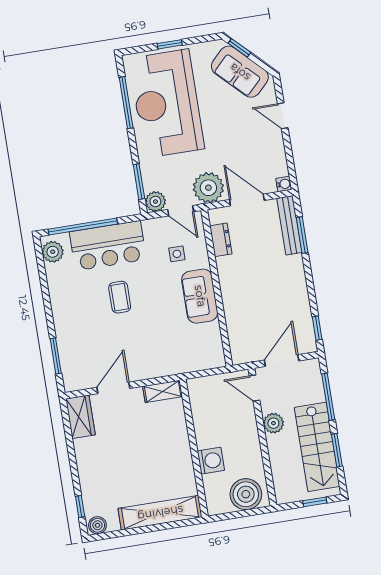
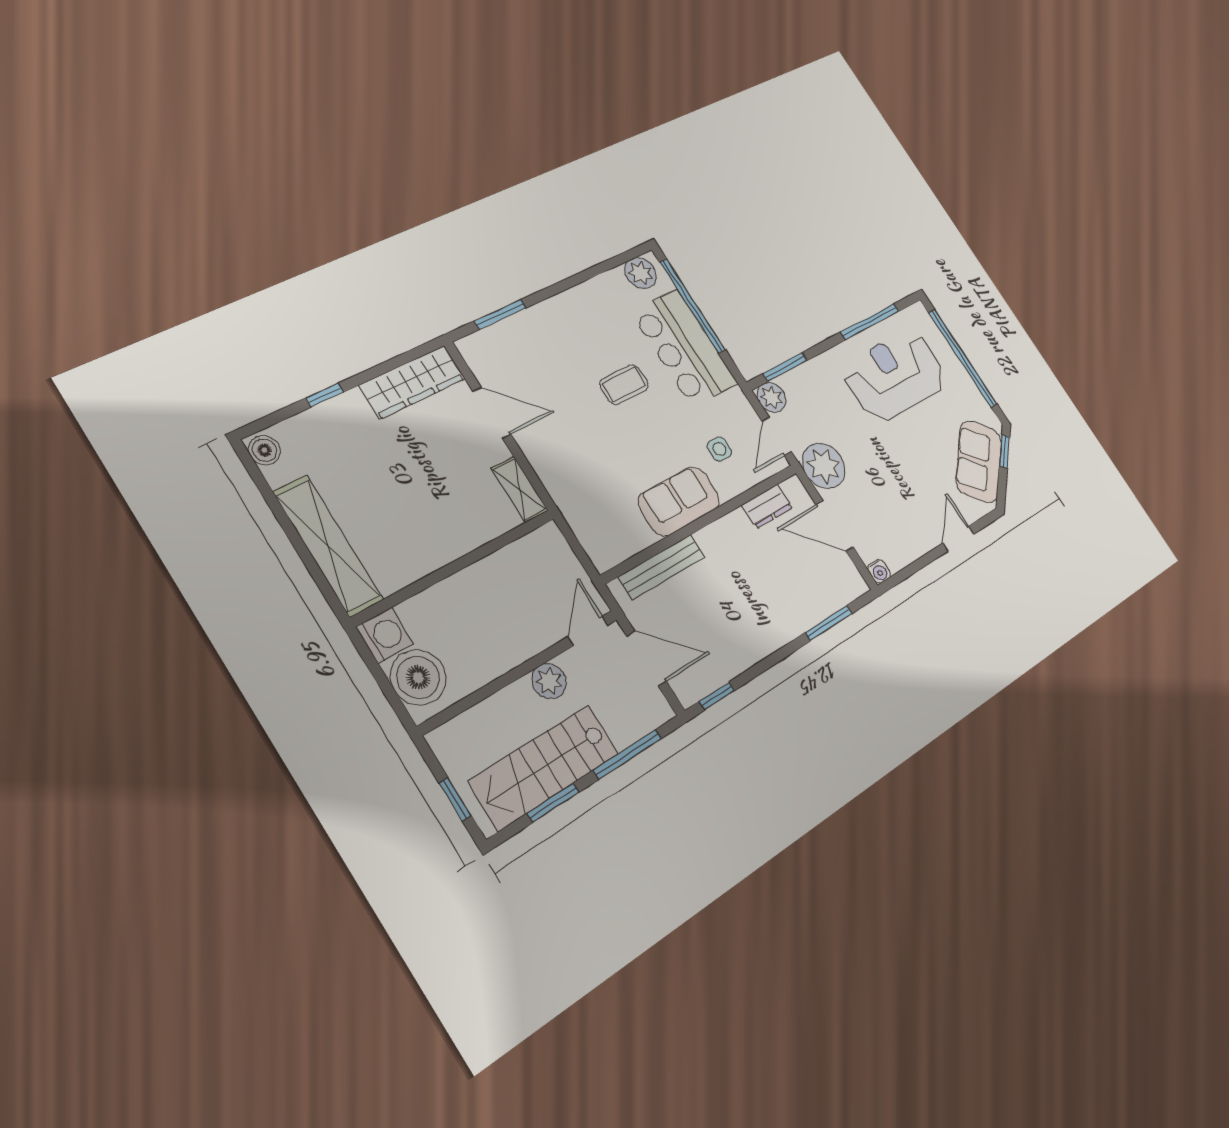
window: (170, 44) -> (963, 358), width x3.17
reception desk: (167, 104) -> (895, 376), width x0.74, depth x0.77
door: (247, 200) -> (835, 526), swing flipped
bench: (289, 225) -> (662, 567), moved
wardrobe: (80, 417) -> (413, 382), width x1.50
washing machine: (211, 461) -> (385, 635), moved, turned -90
window: (80, 507) -> (325, 395), moved

